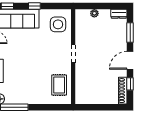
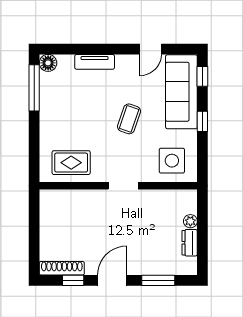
dresser: (119, 14) -> (190, 243), moved
coffee table: (33, 50) -> (129, 119), added
door: (130, 60) -> (112, 280), hinge flipped

